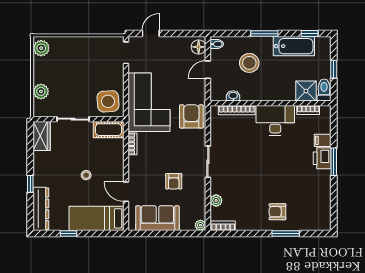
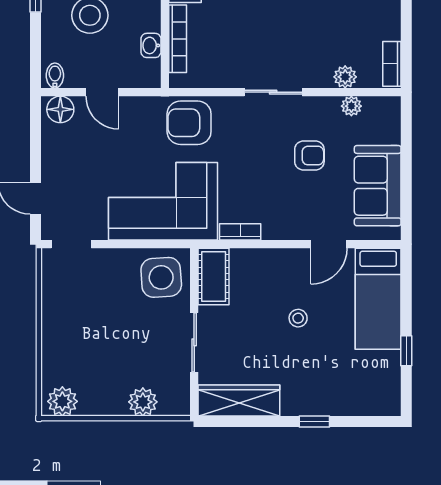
wardrobe: (42, 136) -> (239, 401), width x1.50
dresser: (41, 209) -> (361, 402), removed
plant: (200, 225) -> (351, 106), moved

